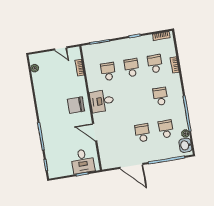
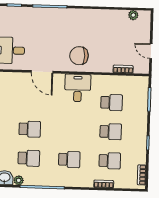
door: (61, 48) -> (151, 51), hinge flipped
chair: (76, 105) -> (79, 56), turned -90
door: (95, 132) -> (42, 72), swing flipped

